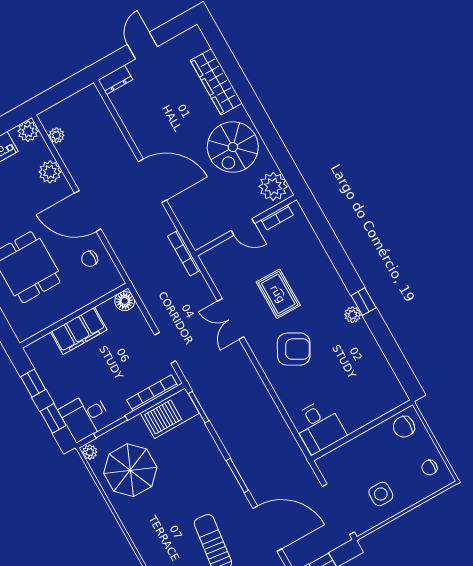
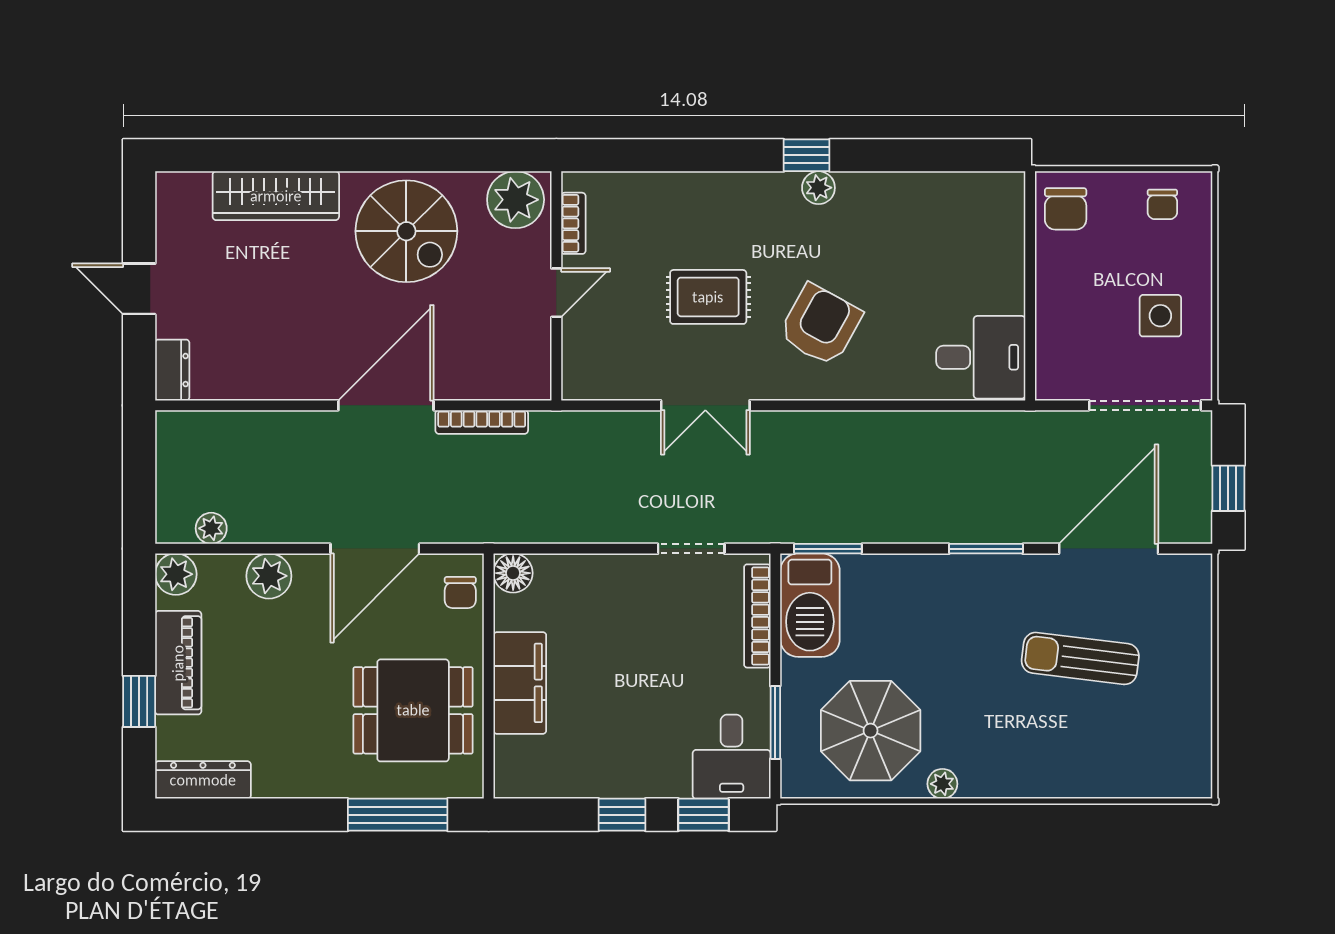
bookcase: (184, 253) -> (482, 422), moved
floor lamp: (125, 301) -> (513, 573), moved
wall: (74, 316) -> (489, 676), moved
filing cabinet: (79, 331) -> (520, 683), moved
plant: (90, 452) -> (942, 784), moved

